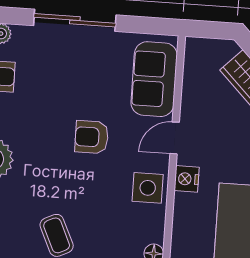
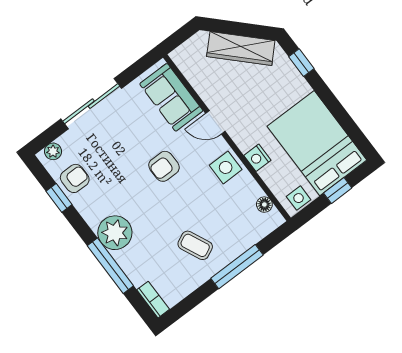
door: (175, 138) -> (215, 122), hinge flipped
nightstand: (187, 179) -> (257, 158), moved

